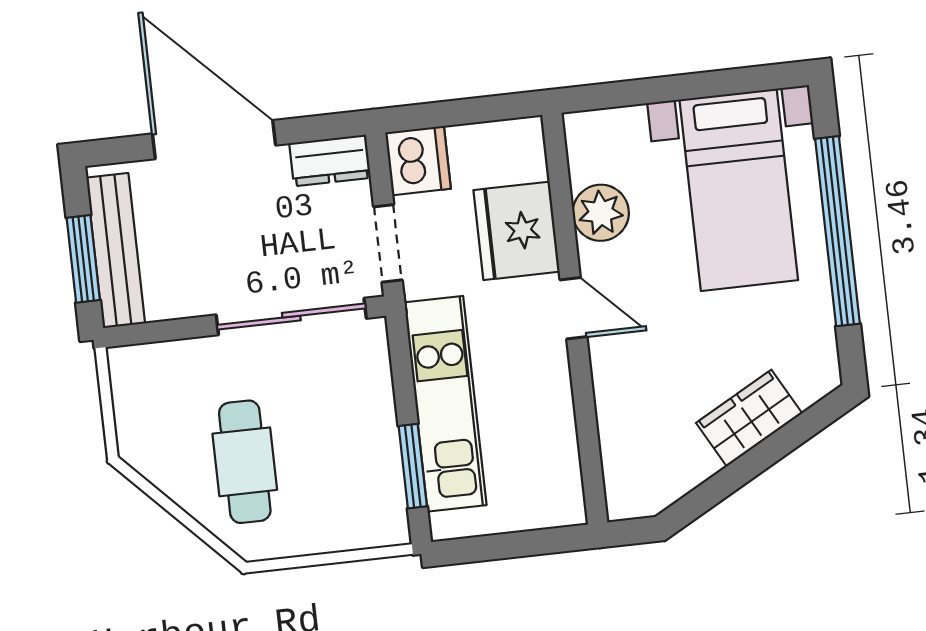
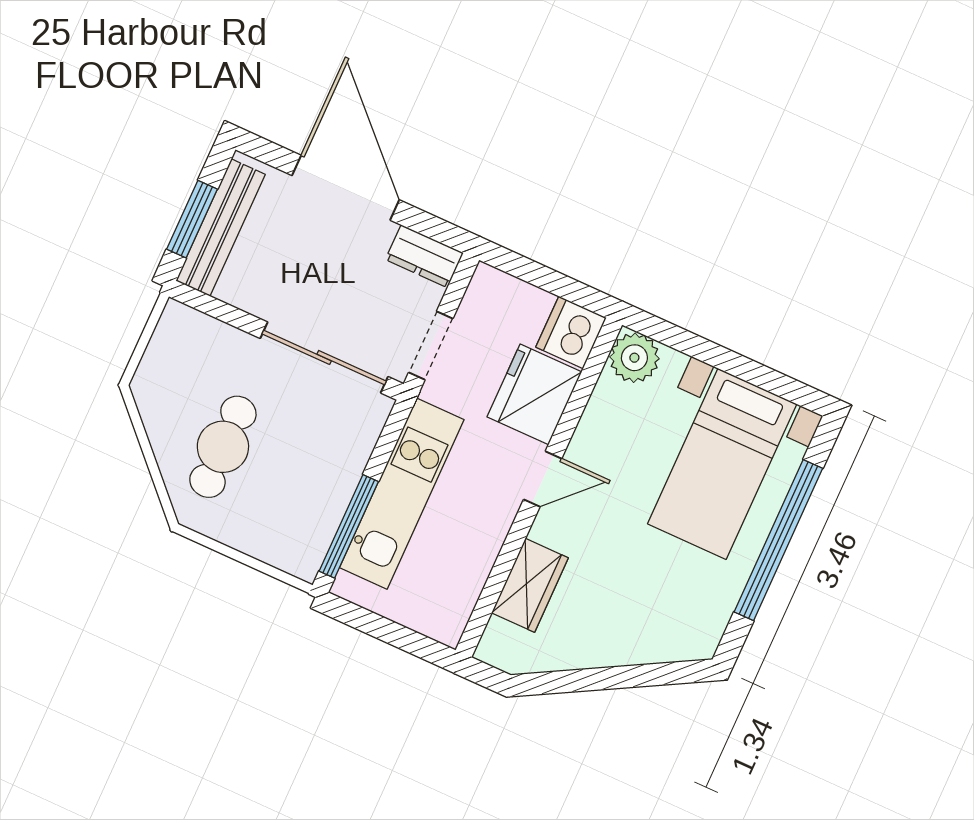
dishwasher: (418, 161) -> (571, 332), moved, turned 180
plant: (601, 213) -> (634, 358), moved
door: (574, 308) -> (543, 479), hinge flipped
wardrobe: (749, 418) -> (530, 585), moved, turned 119
window: (413, 466) -> (349, 526), width x1.44

